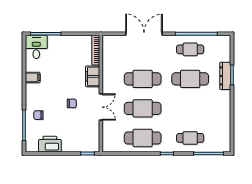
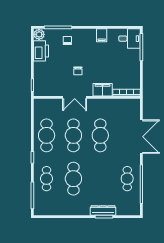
cafe table: (190, 79) -> (73, 179), moved
plant: (32, 146) -> (39, 34), added

